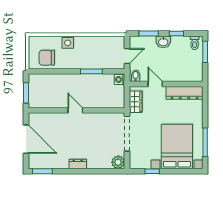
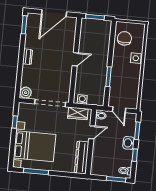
washing machine: (120, 80) -> (82, 99), moved

